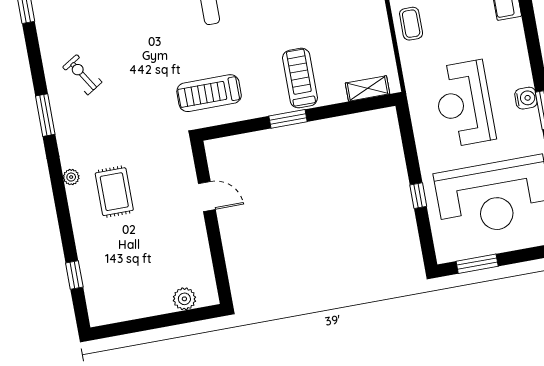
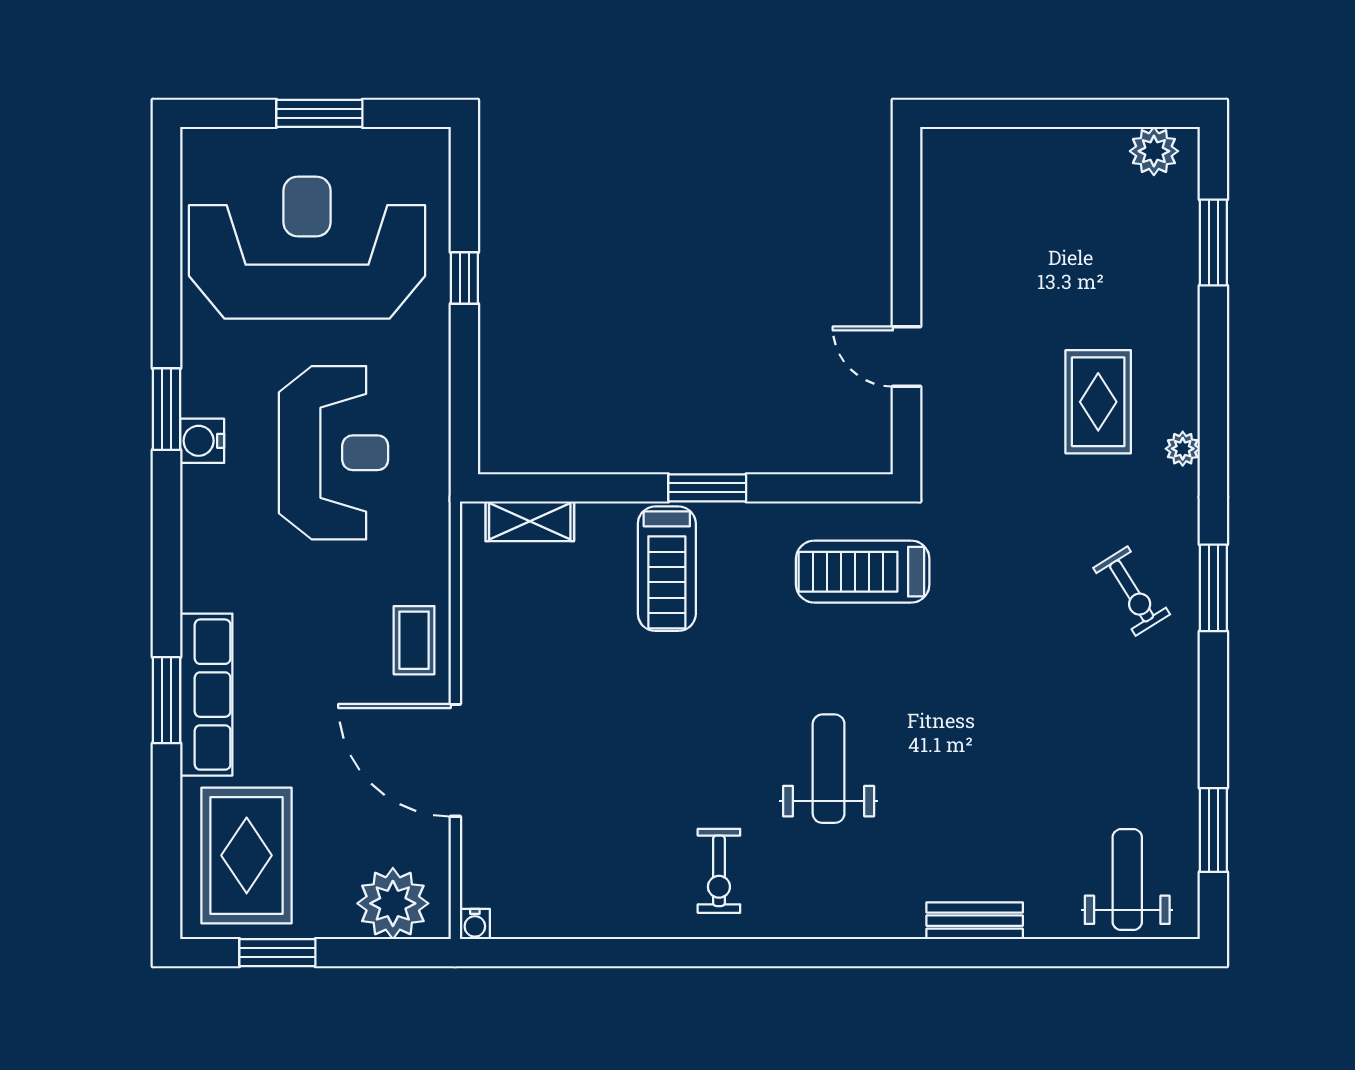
exercise bike: (82, 75) -> (1132, 591), moved
treadmill: (209, 93) -> (863, 572), turned 180
window: (477, 264) -> (319, 113), moved
window: (74, 275) -> (1213, 242), width x1.50
plant: (184, 299) -> (1154, 151), moved

